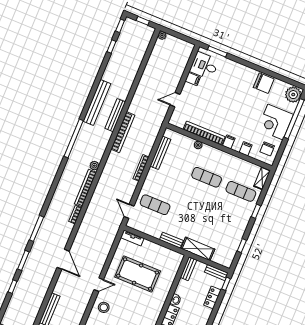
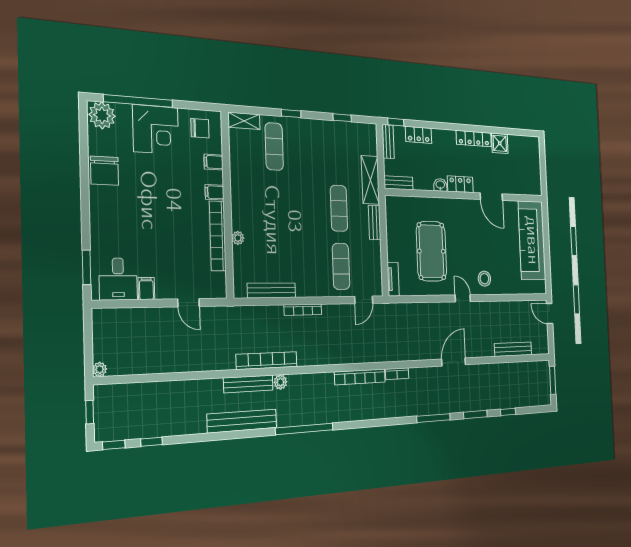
chair: (264, 83) -> (105, 171), turned 180
plant: (94, 166) -> (280, 382), moved
exercise mat: (207, 177) -> (339, 208), moved

